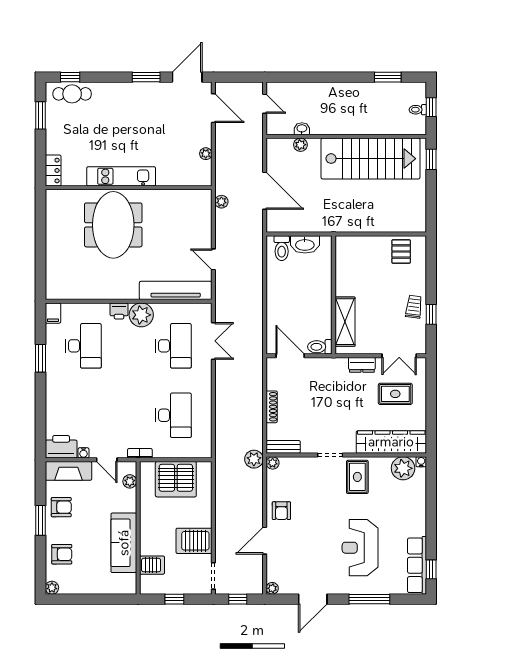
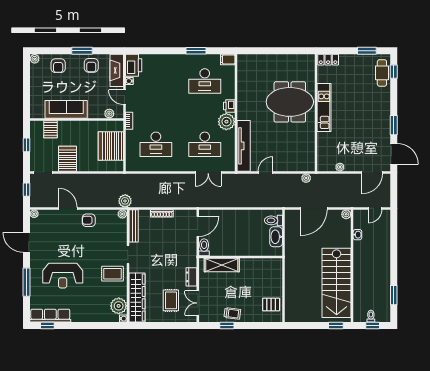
plant: (300, 145) -> (346, 214), moved
bench: (283, 447) -> (134, 226), width x1.36
door: (107, 460) -> (125, 97), hinge flipped
reception desk: (360, 548) -> (63, 276), turned 180

